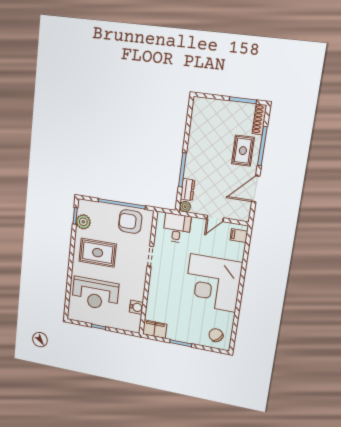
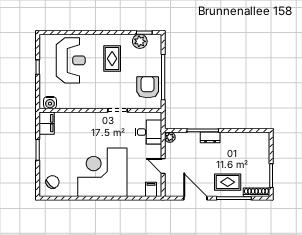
dresser: (188, 190) -> (210, 137), moved
rug: (98, 253) -> (112, 59), width x0.73, depth x0.70
reception desk: (95, 294) -> (71, 60), turned 180
water cooler: (136, 307) -> (50, 103), moved

